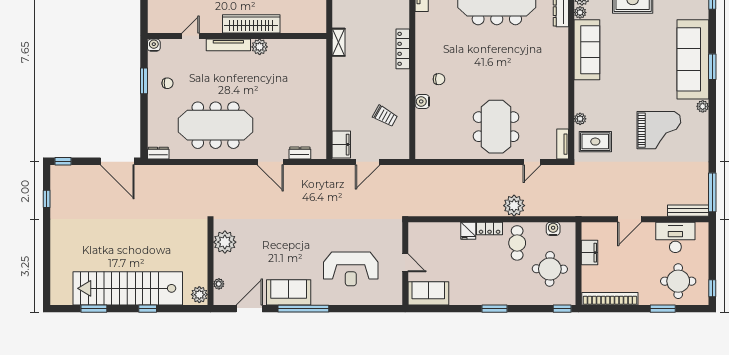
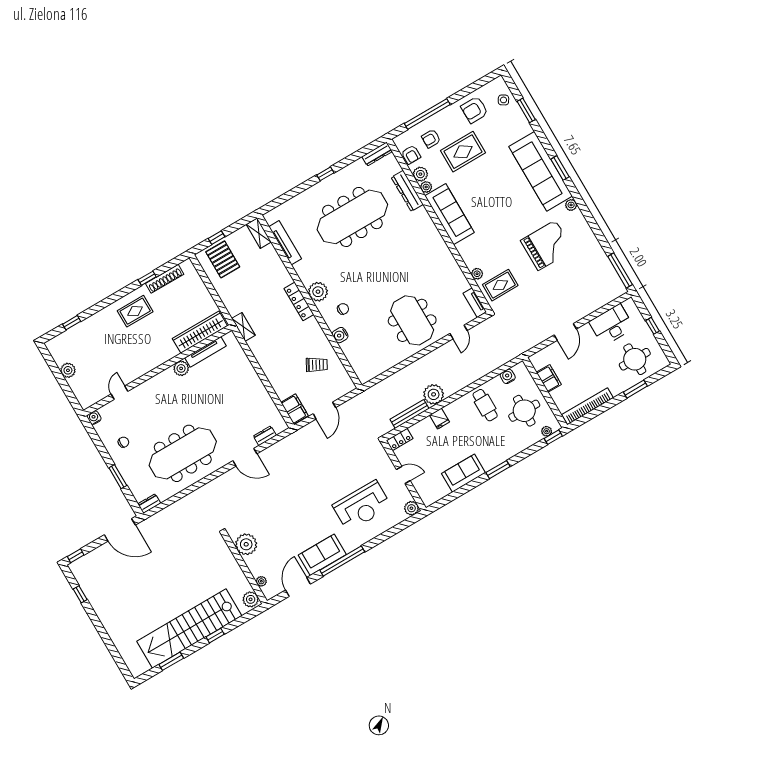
wardrobe: (251, 24) -> (200, 332), moved
tv unit: (228, 45) -> (206, 352), moved
plant: (425, 50) -> (318, 292), added
window: (144, 81) -> (118, 477), moved
plant: (514, 206) -> (434, 394), moved
bench: (688, 211) -> (409, 414), moved
locker: (490, 229) -> (400, 439), moved
window: (712, 288) -> (652, 326), moved
sofa: (428, 293) -> (463, 473), moved
plant: (395, 298) -> (411, 508), added
plant: (559, 300) -> (547, 431), added

